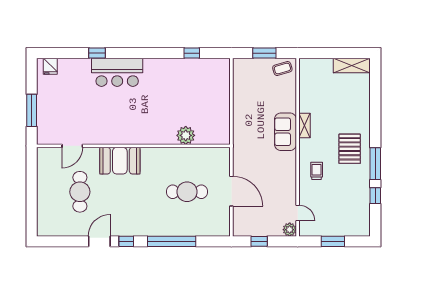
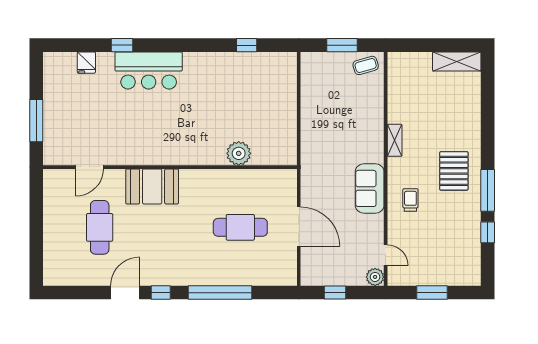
fridge: (50, 66) -> (86, 63), moved
sofa: (285, 132) -> (370, 188), moved

